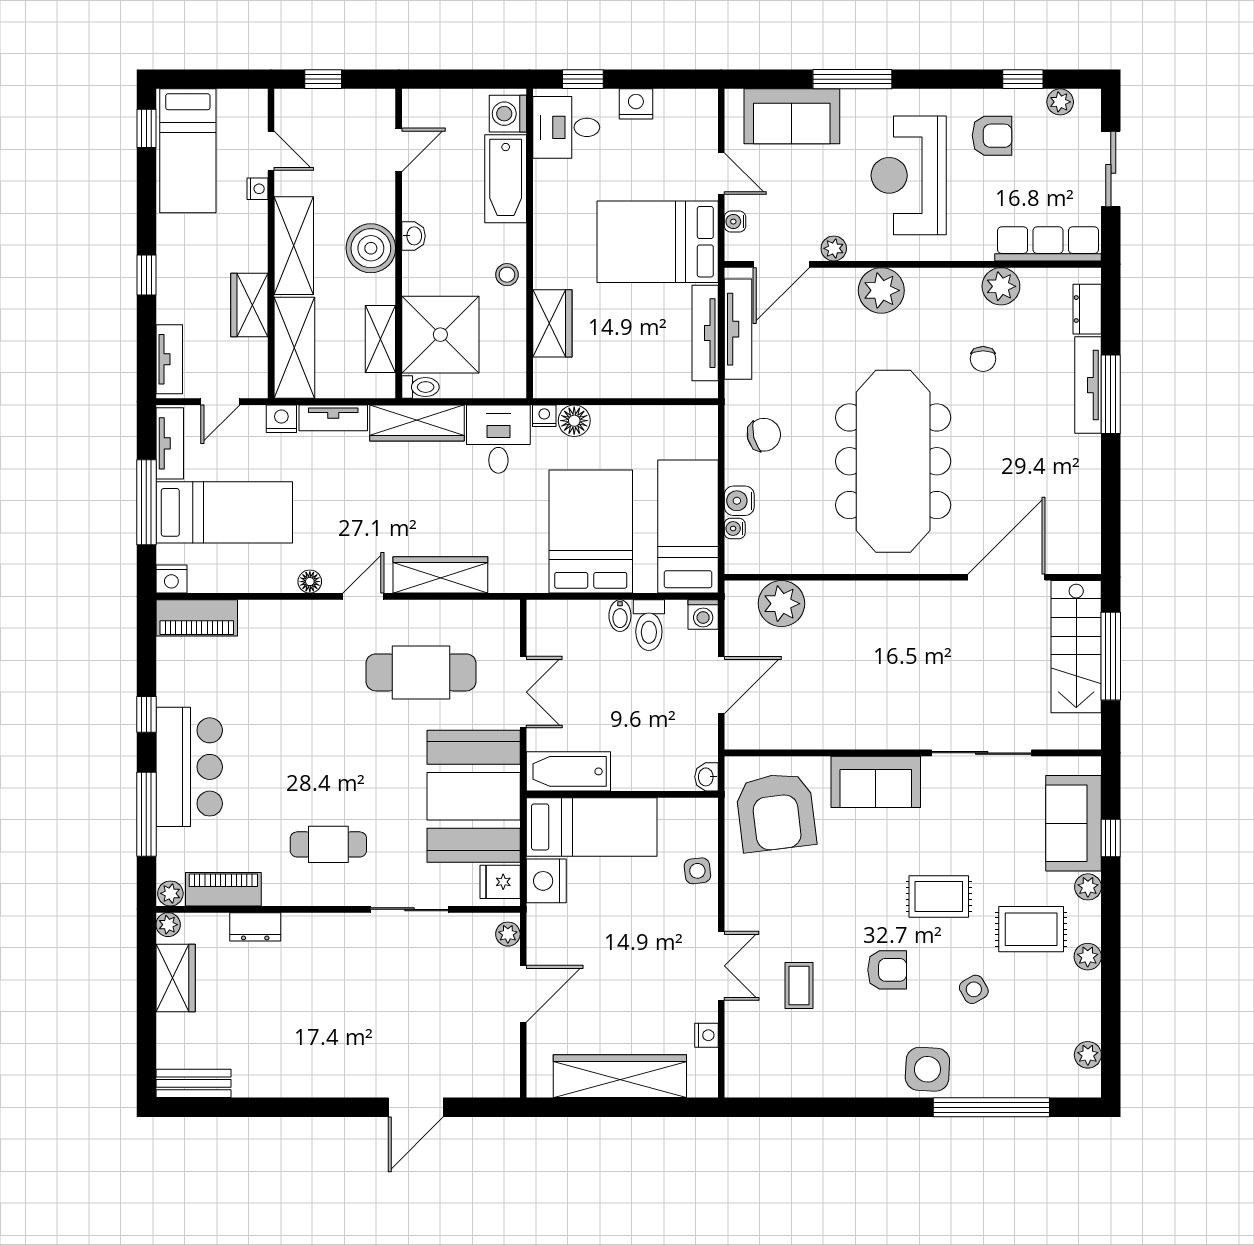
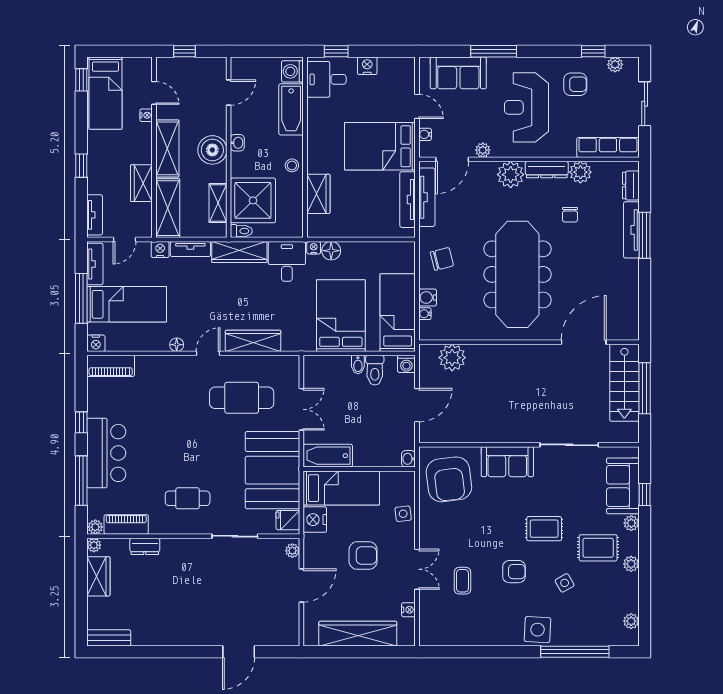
dresser: (943, 282) -> (547, 170), added
armchair: (629, 942) -> (363, 556), added

